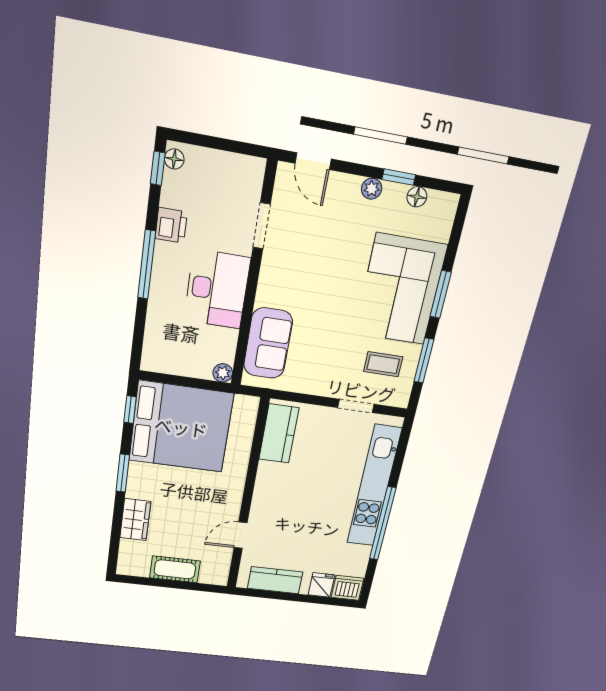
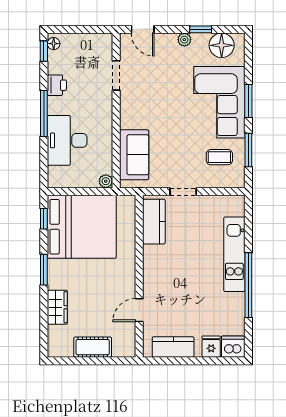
floor lamp: (417, 197) -> (222, 45), width x1.89, depth x1.89
desk: (217, 289) -> (67, 140), moved, turned 180
doorway: (356, 406) -> (183, 192), moved
kitchen unit: (374, 487) -> (234, 254), width x0.73

